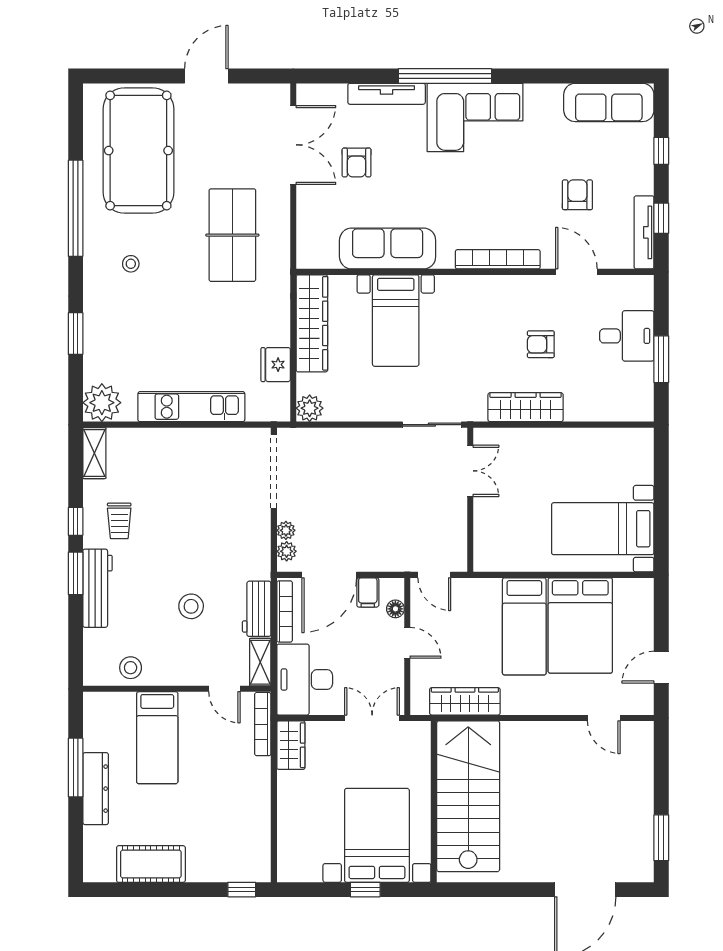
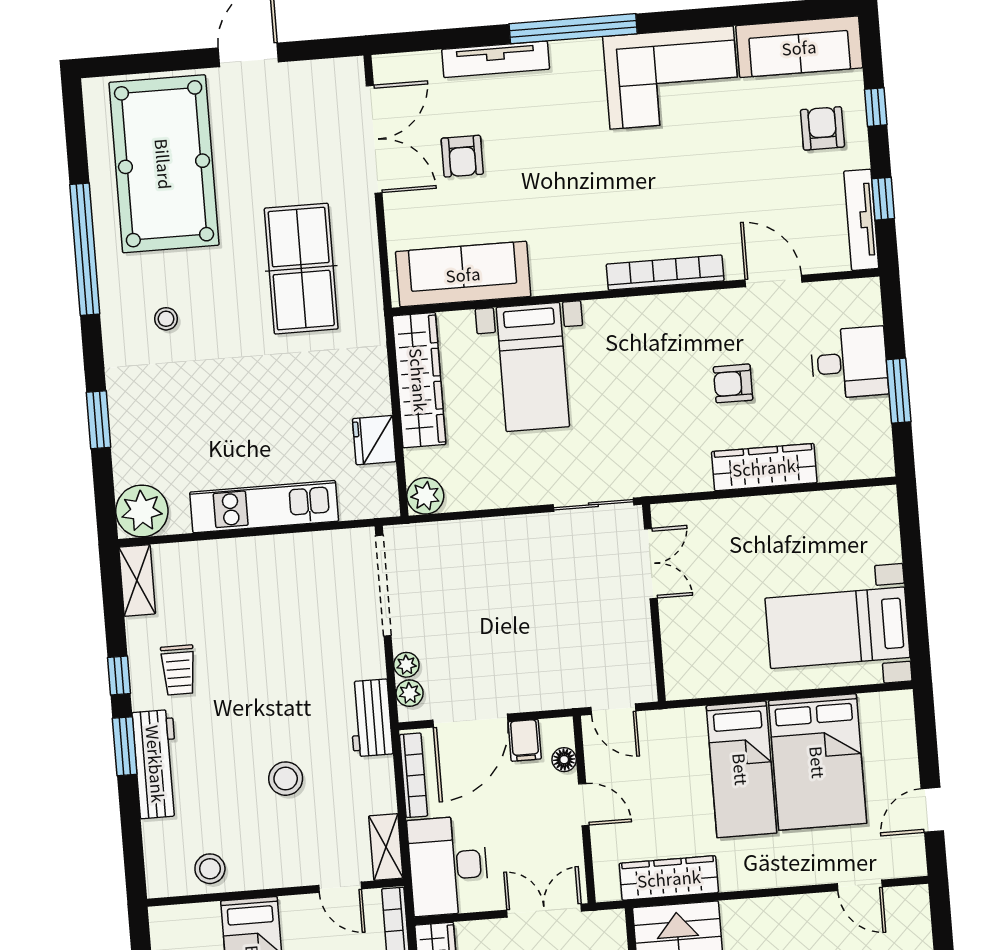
corner sofa: (475, 117) -> (672, 78), moved
armchair: (577, 195) -> (822, 128), moved
sofa: (388, 249) -> (463, 274), moved
wardrobe: (526, 407) -> (764, 467), moved
workbench: (257, 609) -> (371, 718), moved

